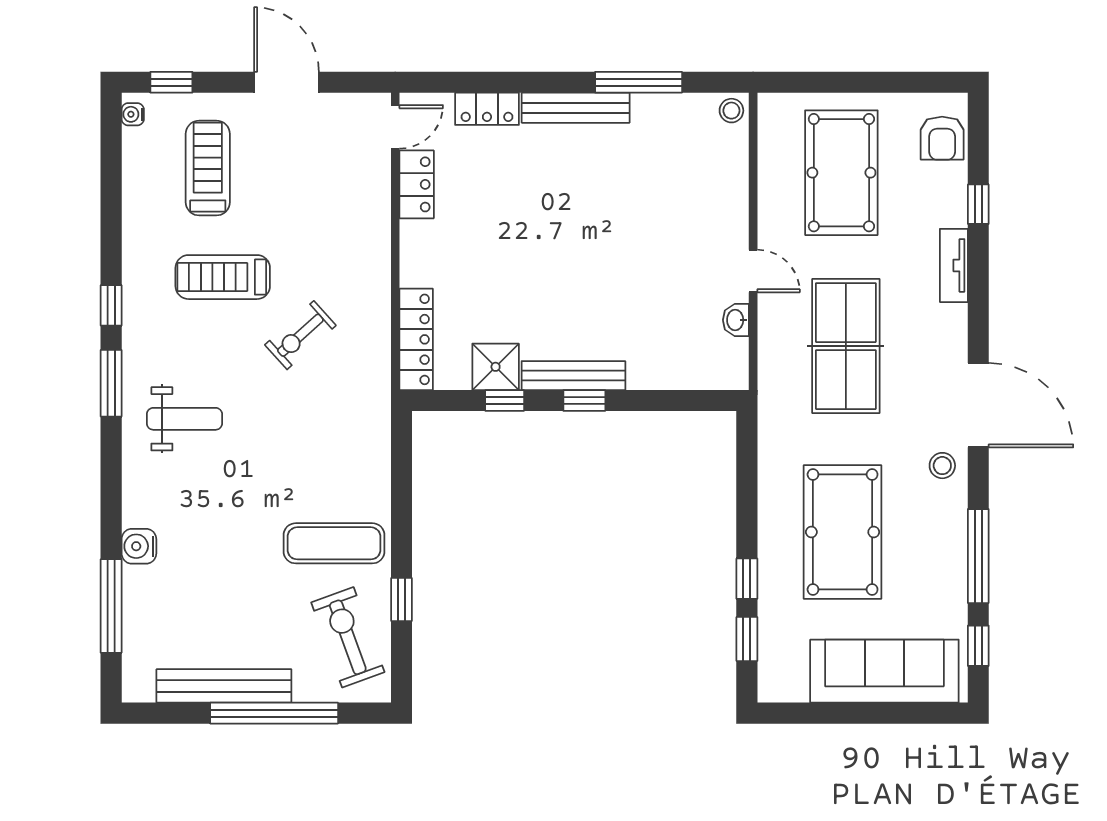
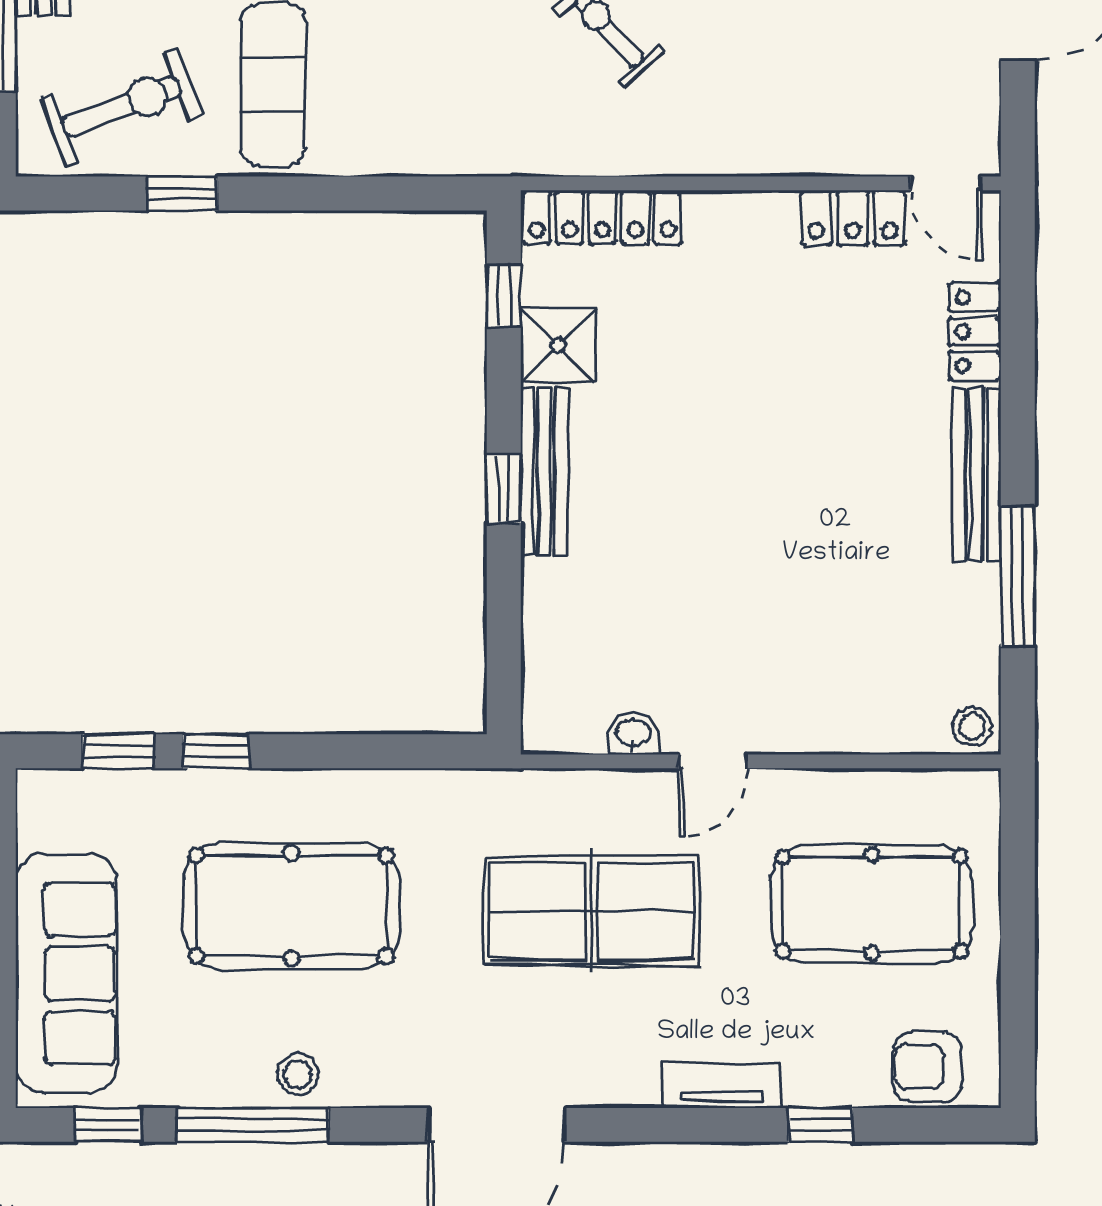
window: (505, 400) -> (504, 296), moved
stool: (942, 466) -> (298, 1074), moved

